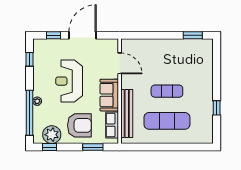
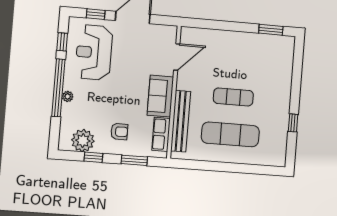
door: (120, 63) -> (177, 57), hinge flipped
reception desk: (69, 81) -> (94, 52), moved
window: (29, 113) -> (58, 88), moved
armchair: (79, 125) -> (119, 132), width x0.53, depth x0.53
window: (49, 147) -> (93, 157), moved

